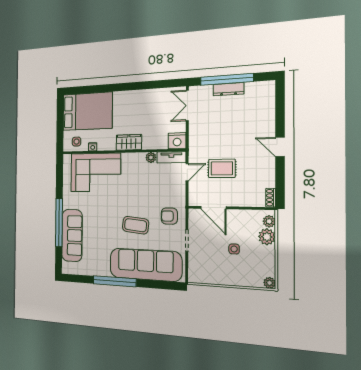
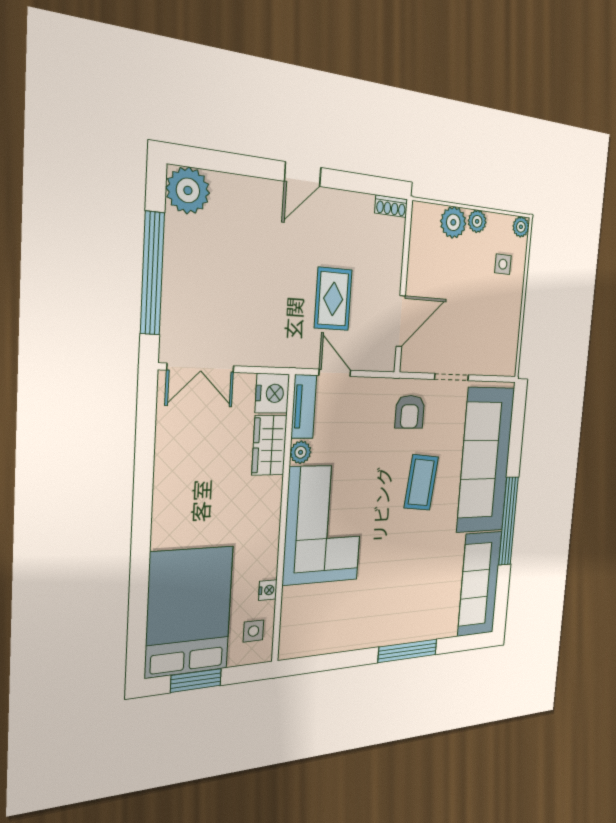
dresser: (229, 89) -> (175, 271), removed
plant: (265, 91) -> (188, 190), added
window: (60, 117) -> (196, 680), added
wardrobe: (129, 142) -> (269, 445), moved
corner sofa: (95, 173) -> (324, 525), moved
plant: (269, 221) -> (477, 221), moved
window: (59, 223) -> (408, 651), width x0.68
sofa: (72, 235) -> (480, 584), moved, turned -90
side table: (234, 249) -> (503, 264), moved

